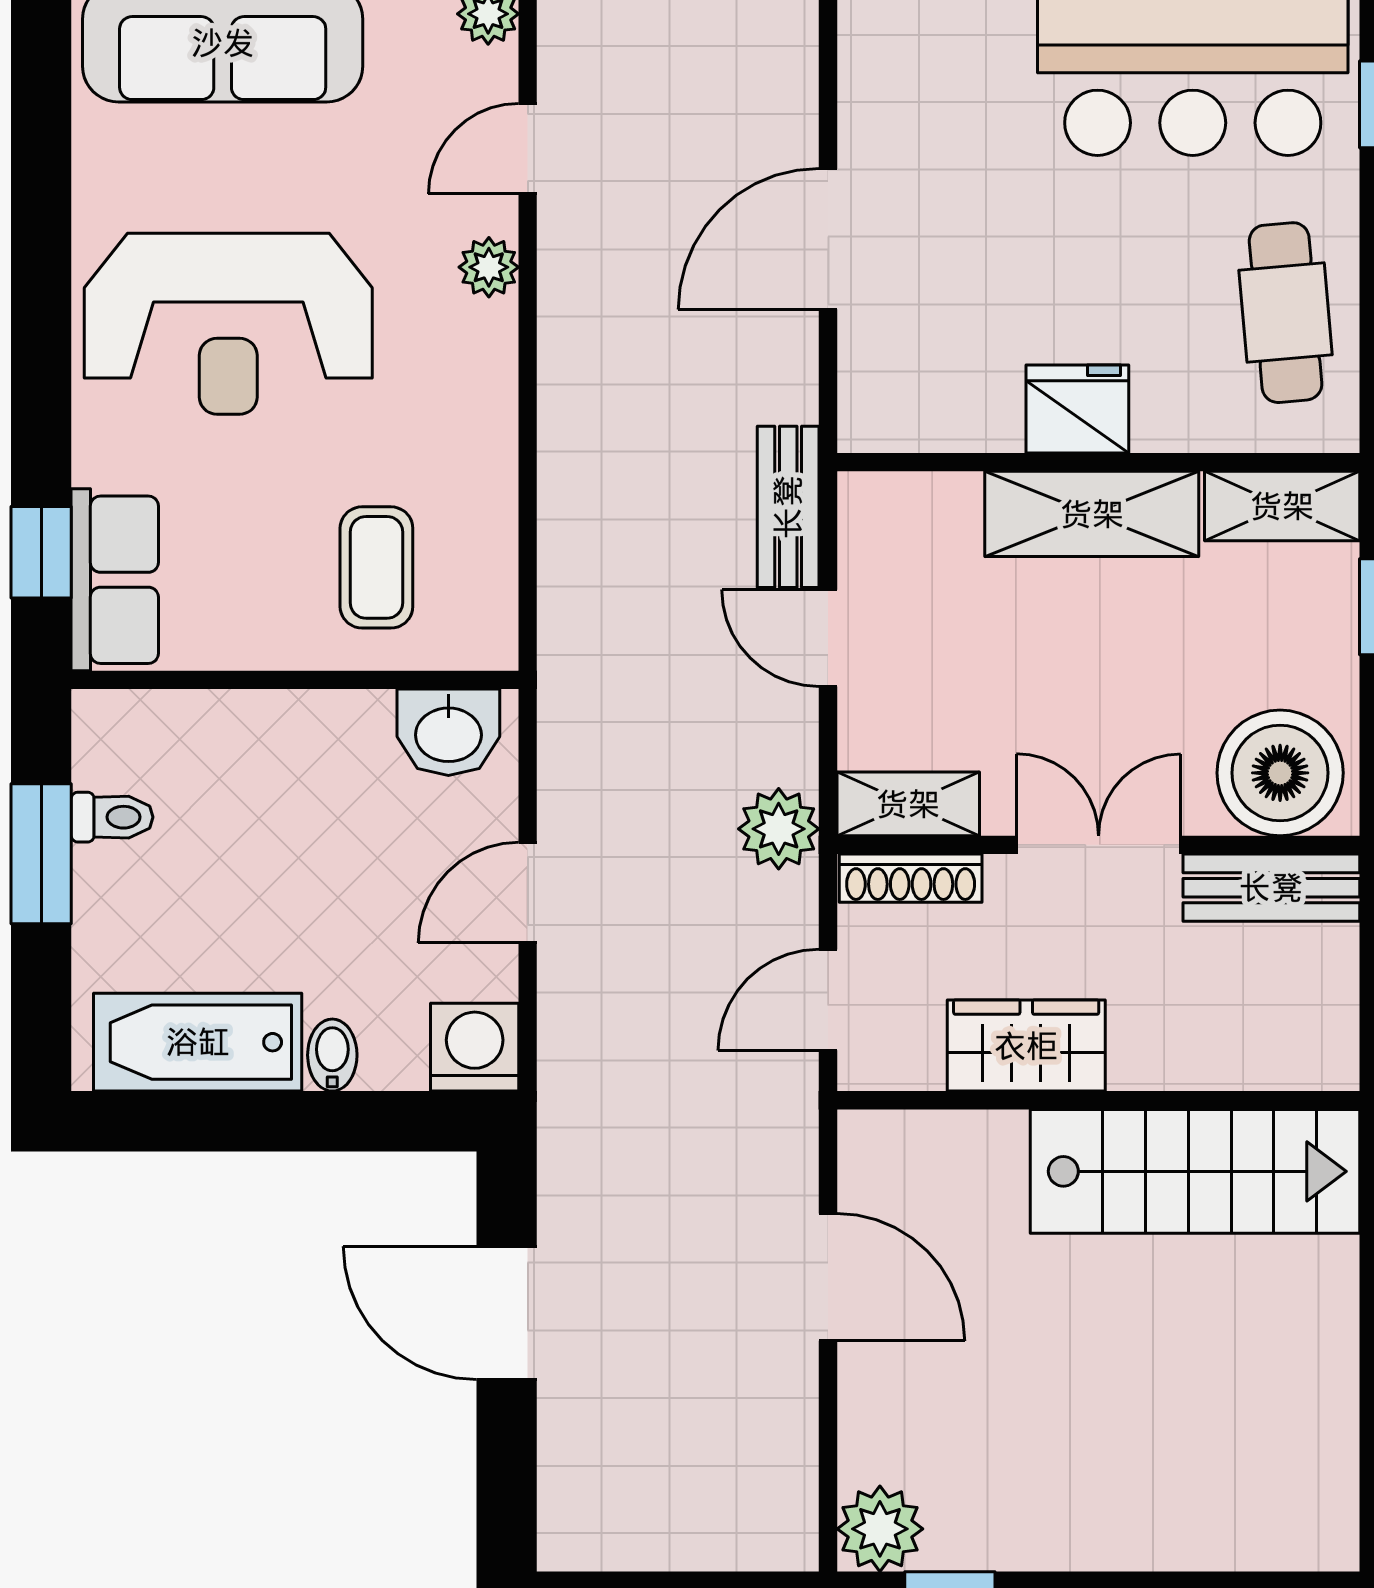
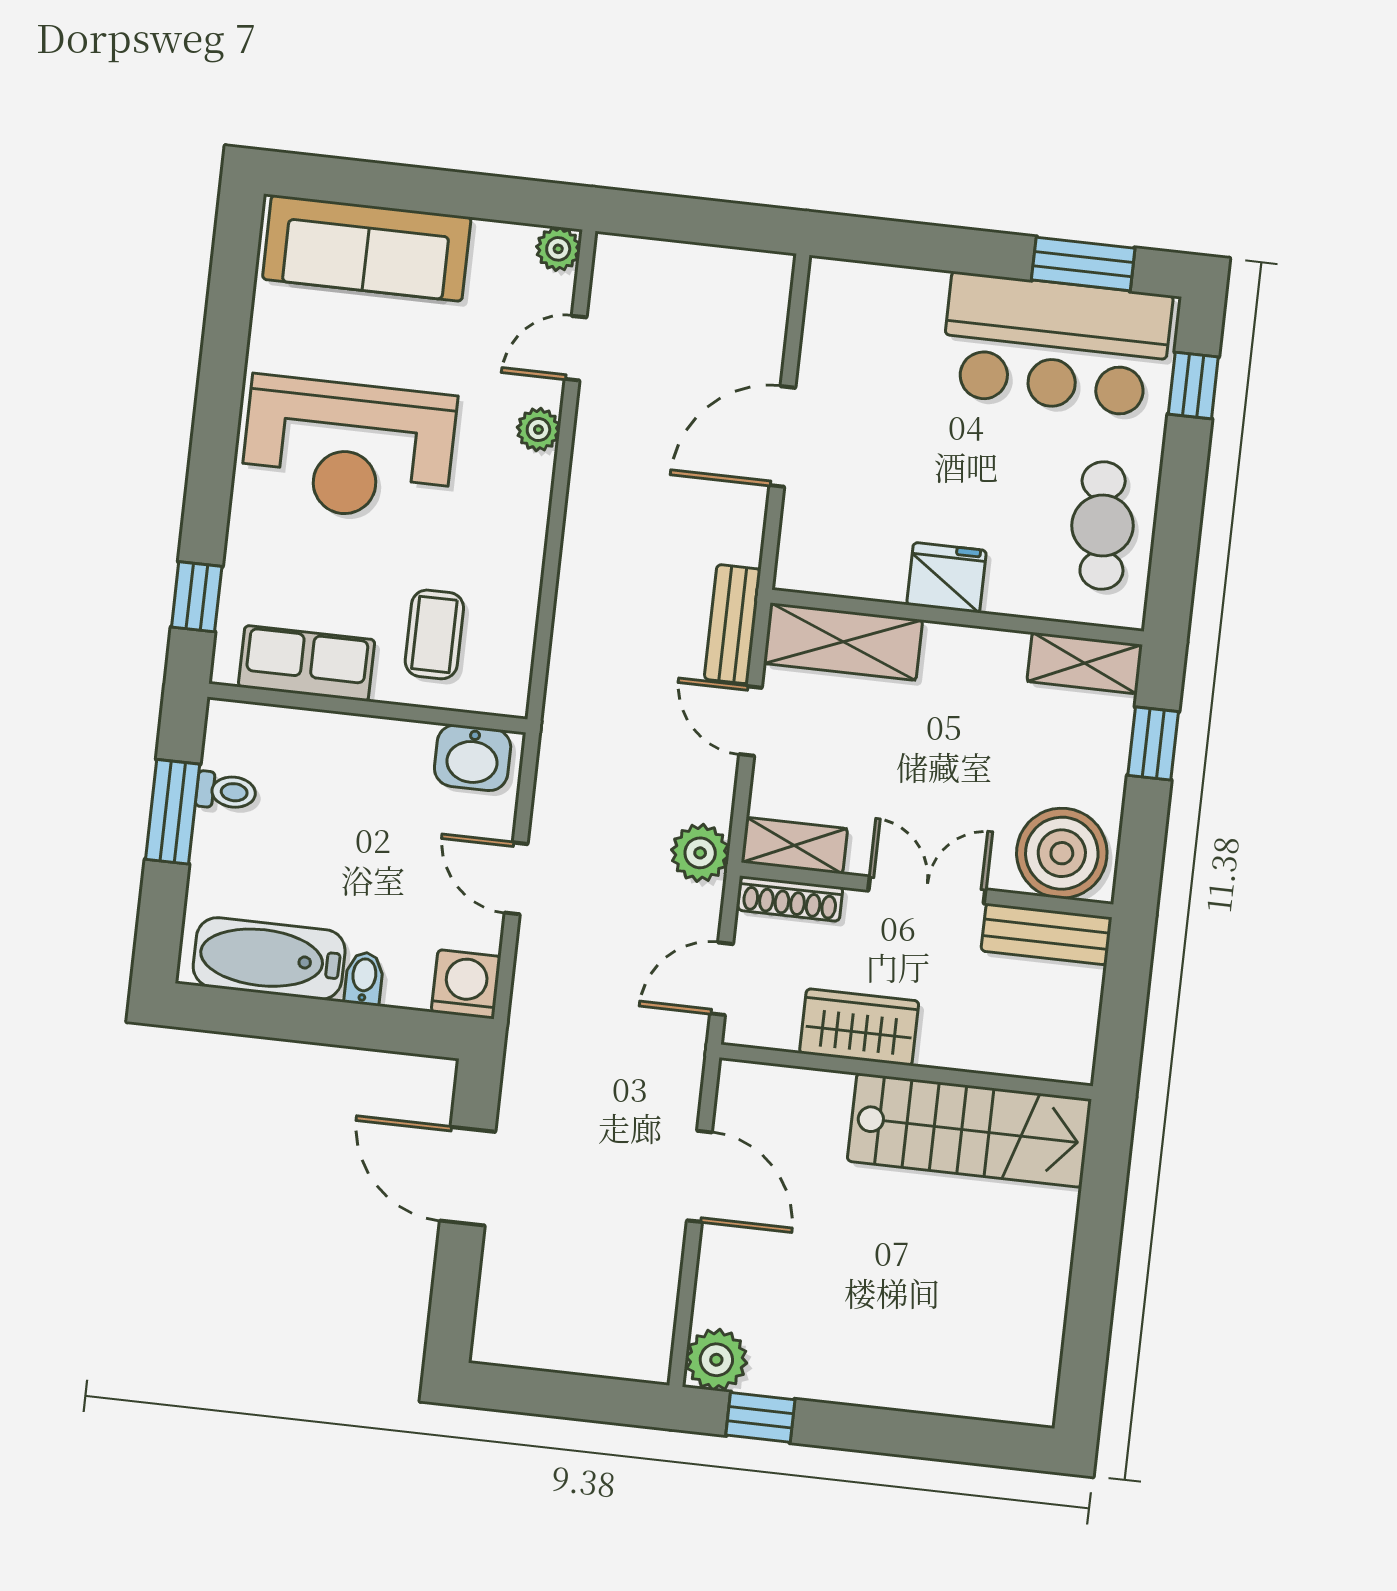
shelving: (1092, 514) -> (843, 642), moved
row of seats: (115, 580) -> (307, 663), moved, turned -90
door: (528, 893) -> (516, 878), hinge flipped

